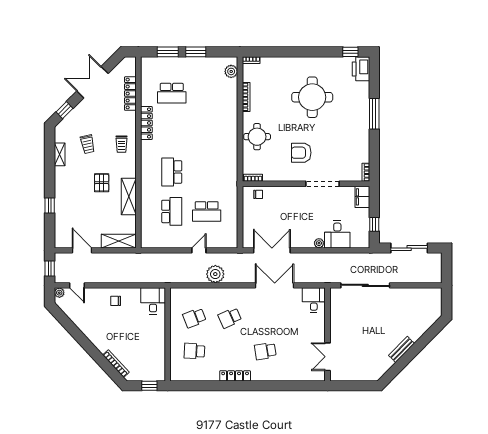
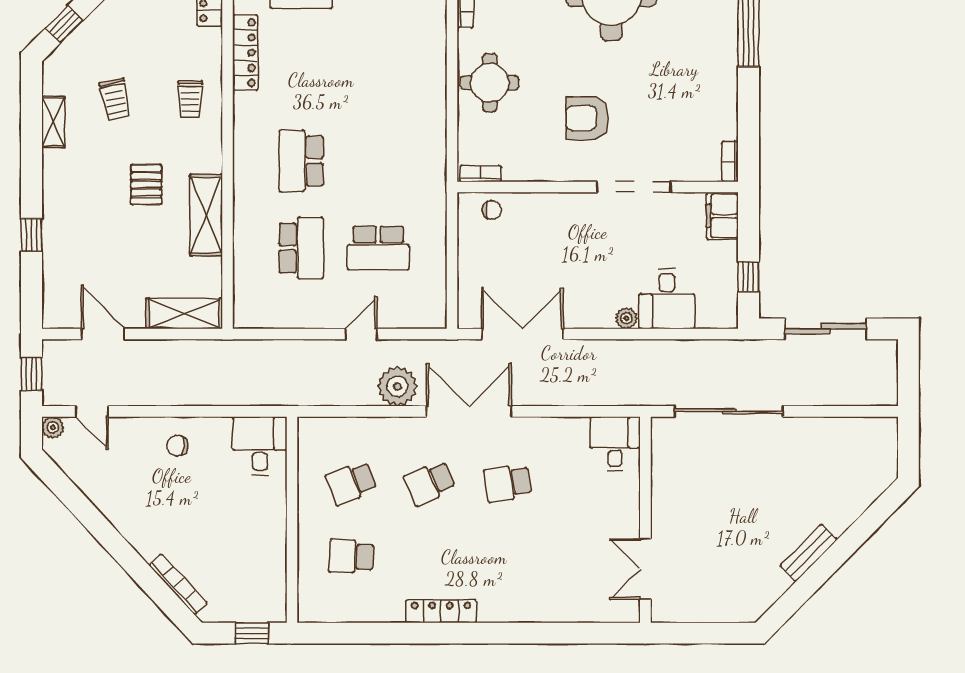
double door: (275, 285) -> (469, 411), moved
school desk: (265, 351) -> (508, 483), moved

